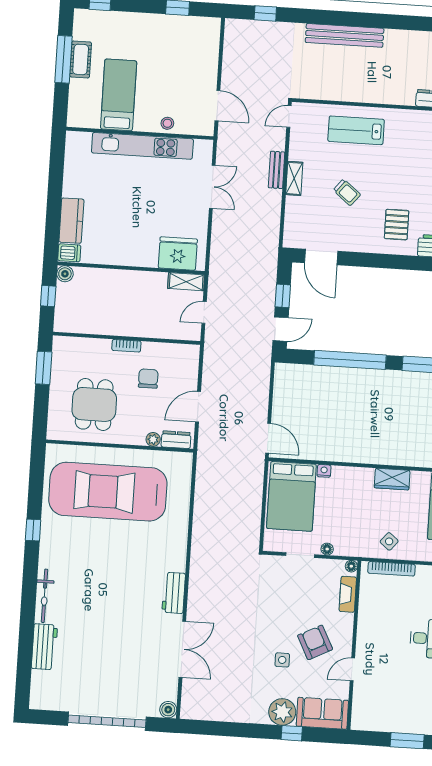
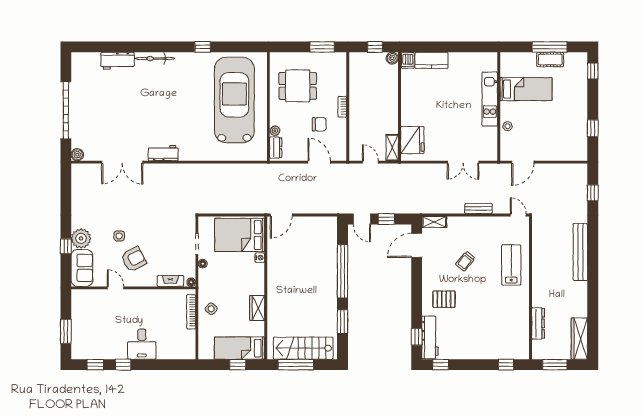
kitchen unit: (142, 146) -> (490, 99), width x0.73
shelving: (294, 178) -> (434, 222), moved
door: (198, 407) -> (319, 162), moved

